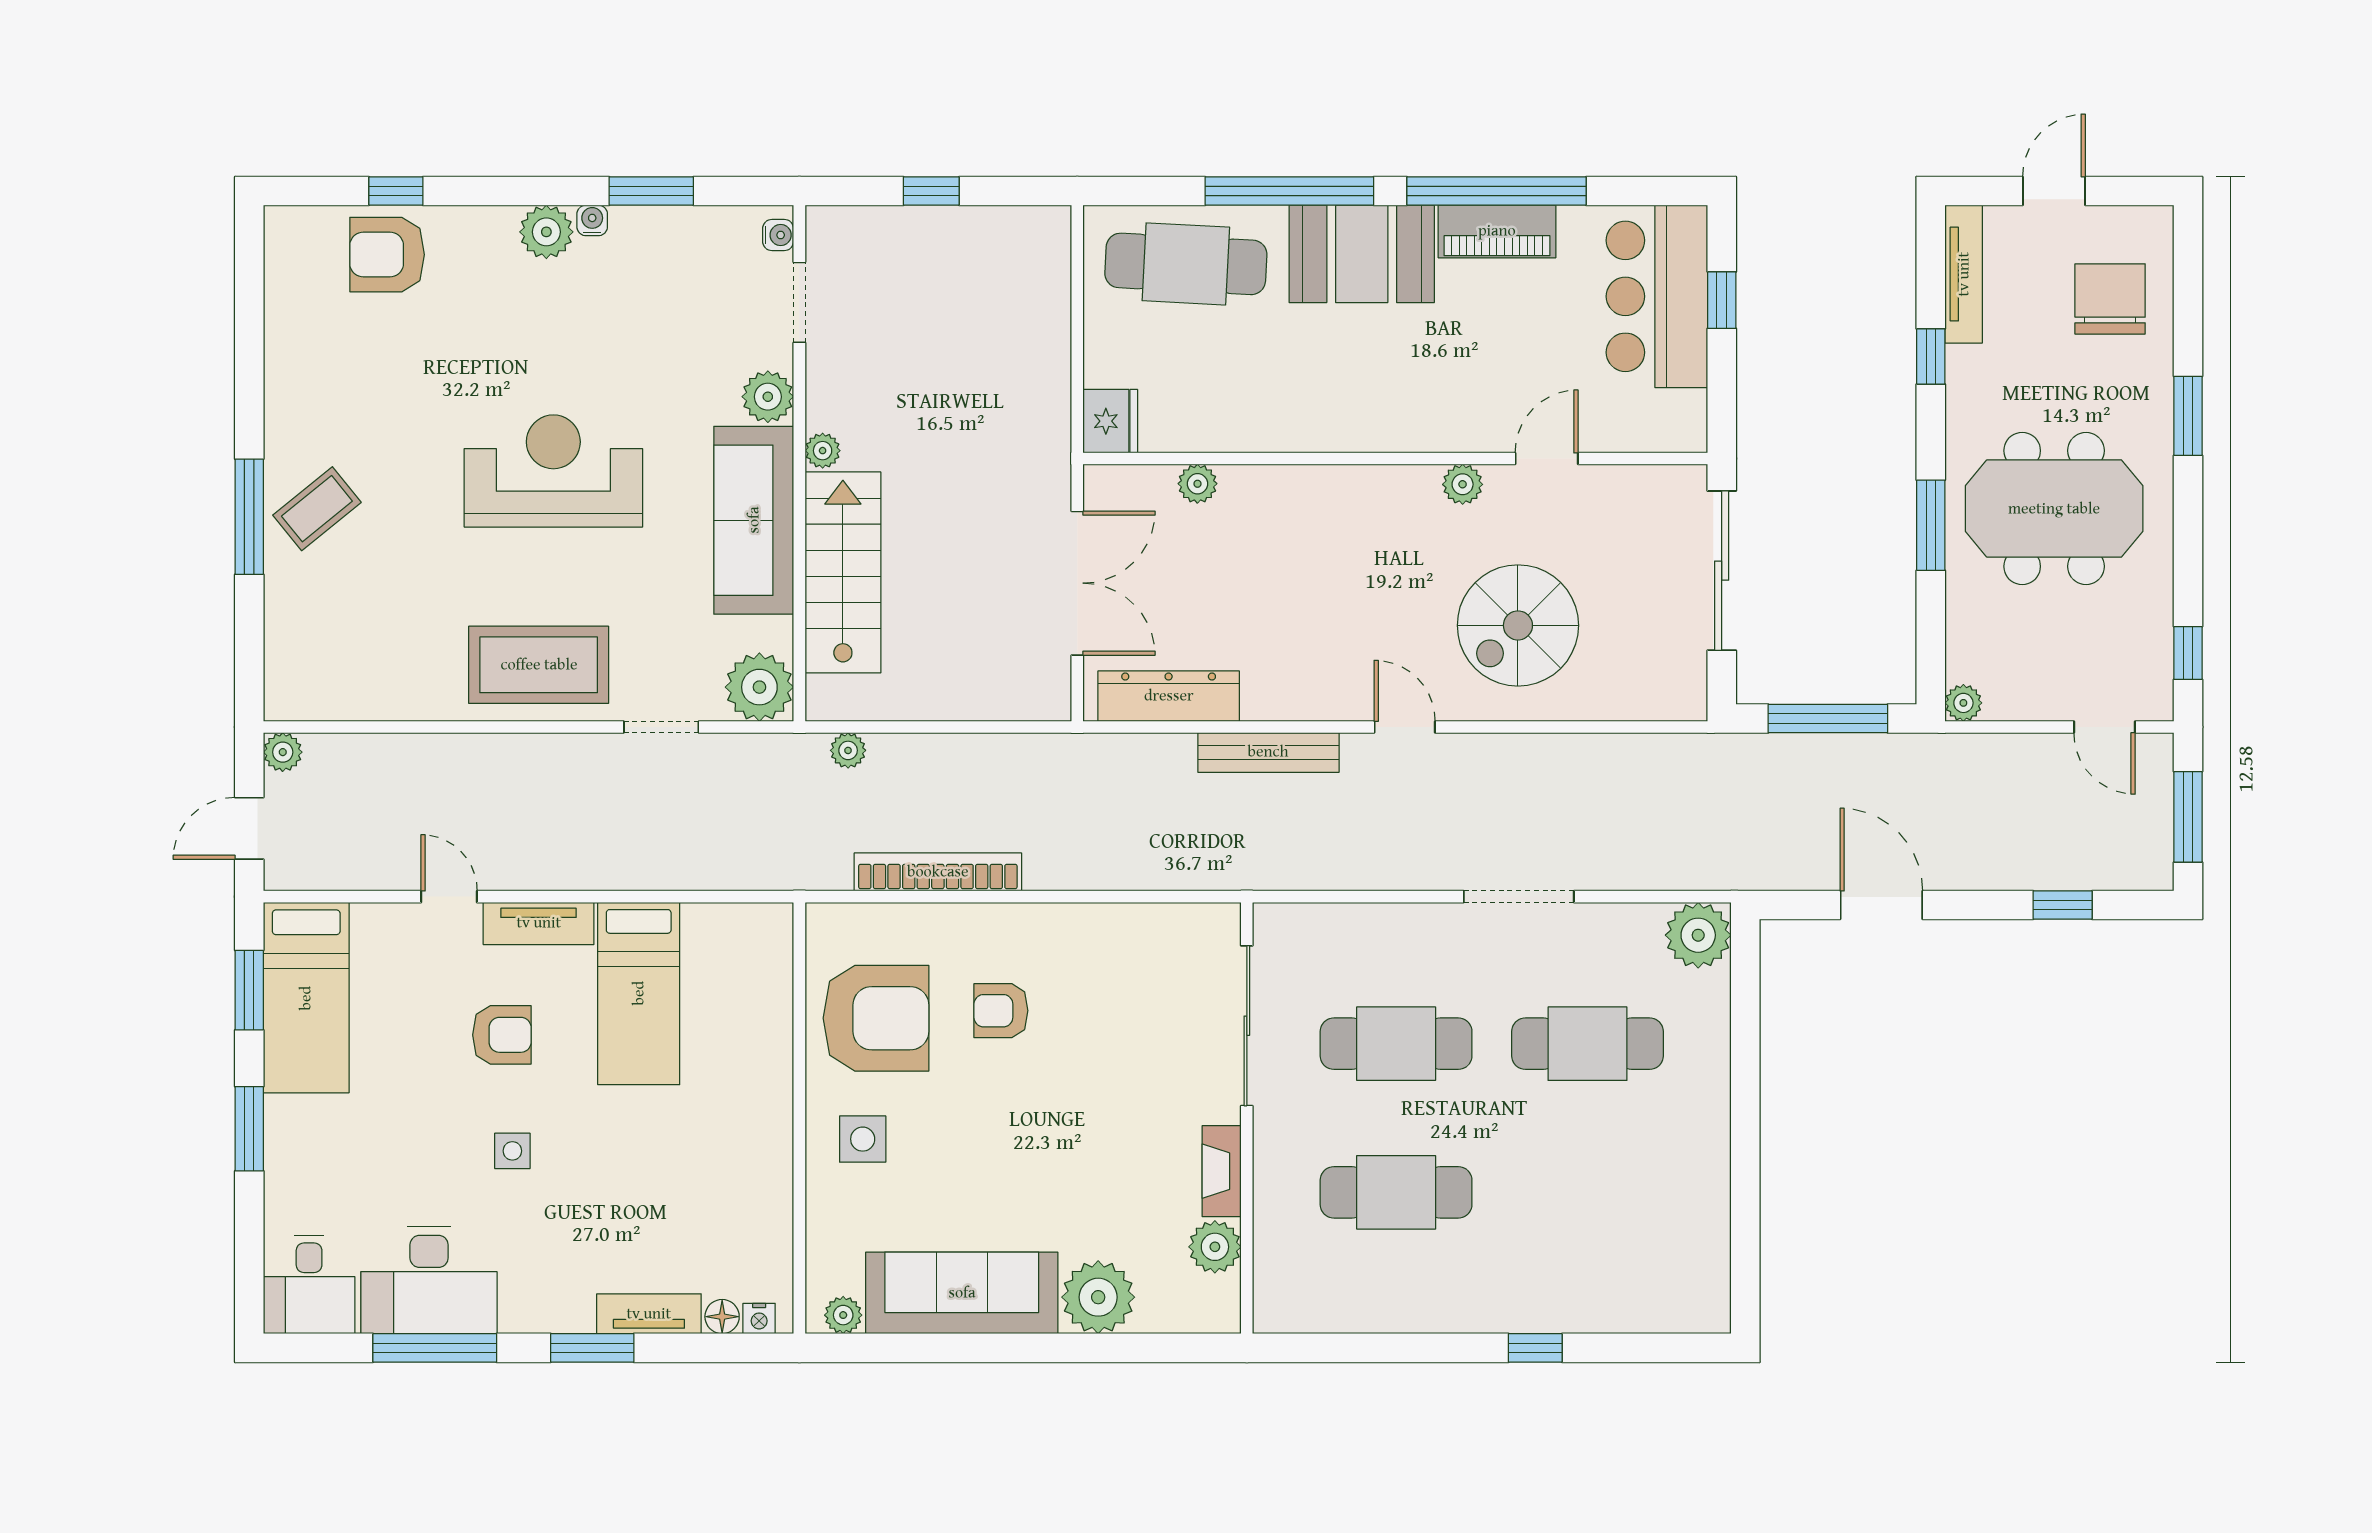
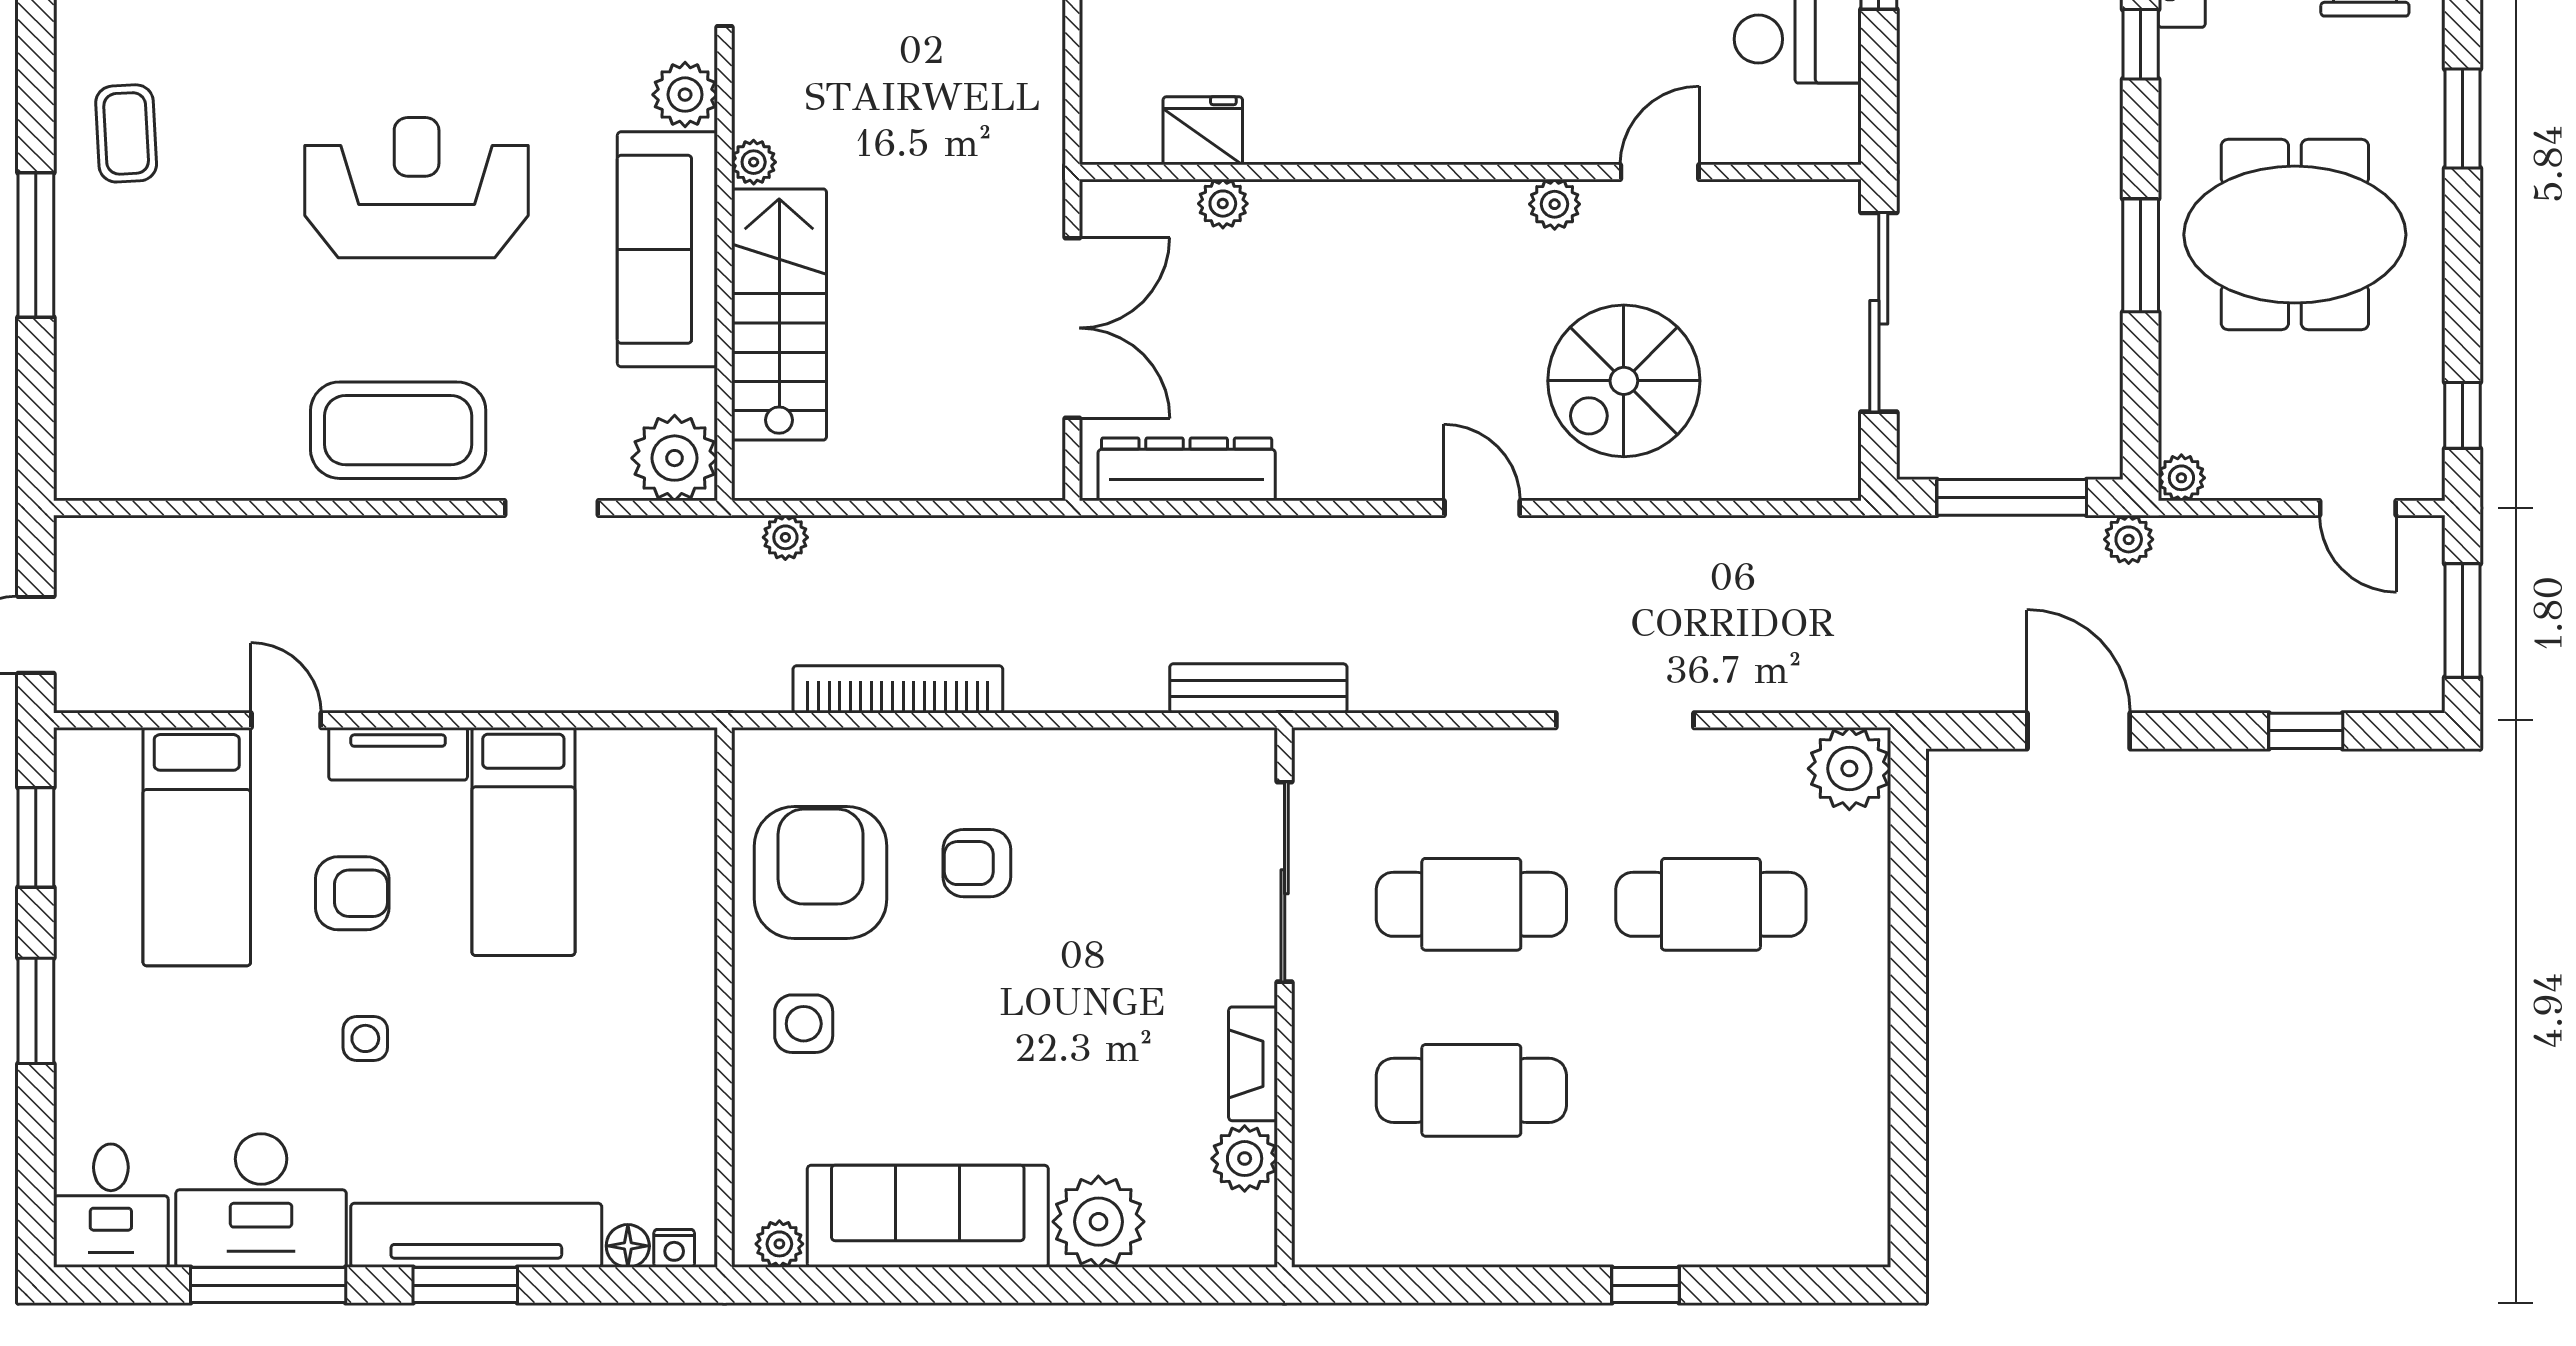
fridge: (1110, 421) -> (1203, 131), moved, turned -90
coffee table: (317, 509) -> (126, 133), moved, turned -54
plant: (283, 752) -> (2129, 539), moved
bench: (1268, 752) -> (1258, 688), moved
bed: (306, 998) -> (197, 847), moved
armchair: (876, 1018) -> (821, 872), turned -90
tv unit: (649, 1314) -> (476, 1235), width x1.92, depth x1.29

